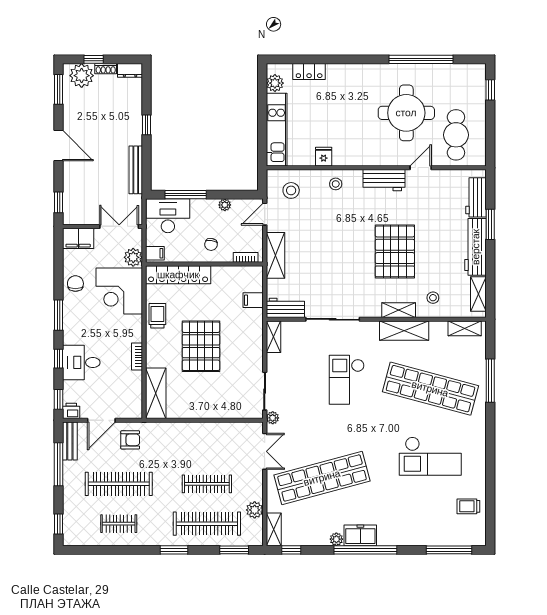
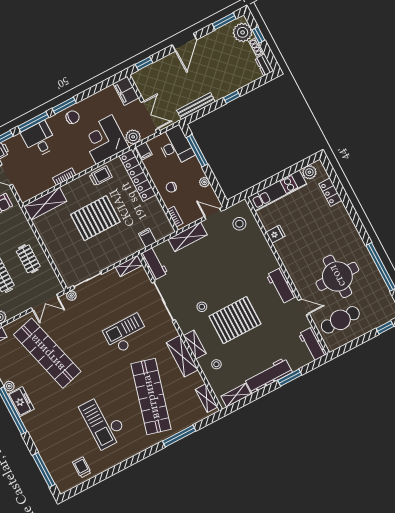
stool: (336, 184) -> (202, 307), moved
workbench: (476, 197) -> (313, 344), moved, turned -90
chair: (75, 284) -> (73, 117), moved
window: (59, 359) -> (33, 122), width x2.17
clothes rail: (207, 444) -> (28, 259), added

